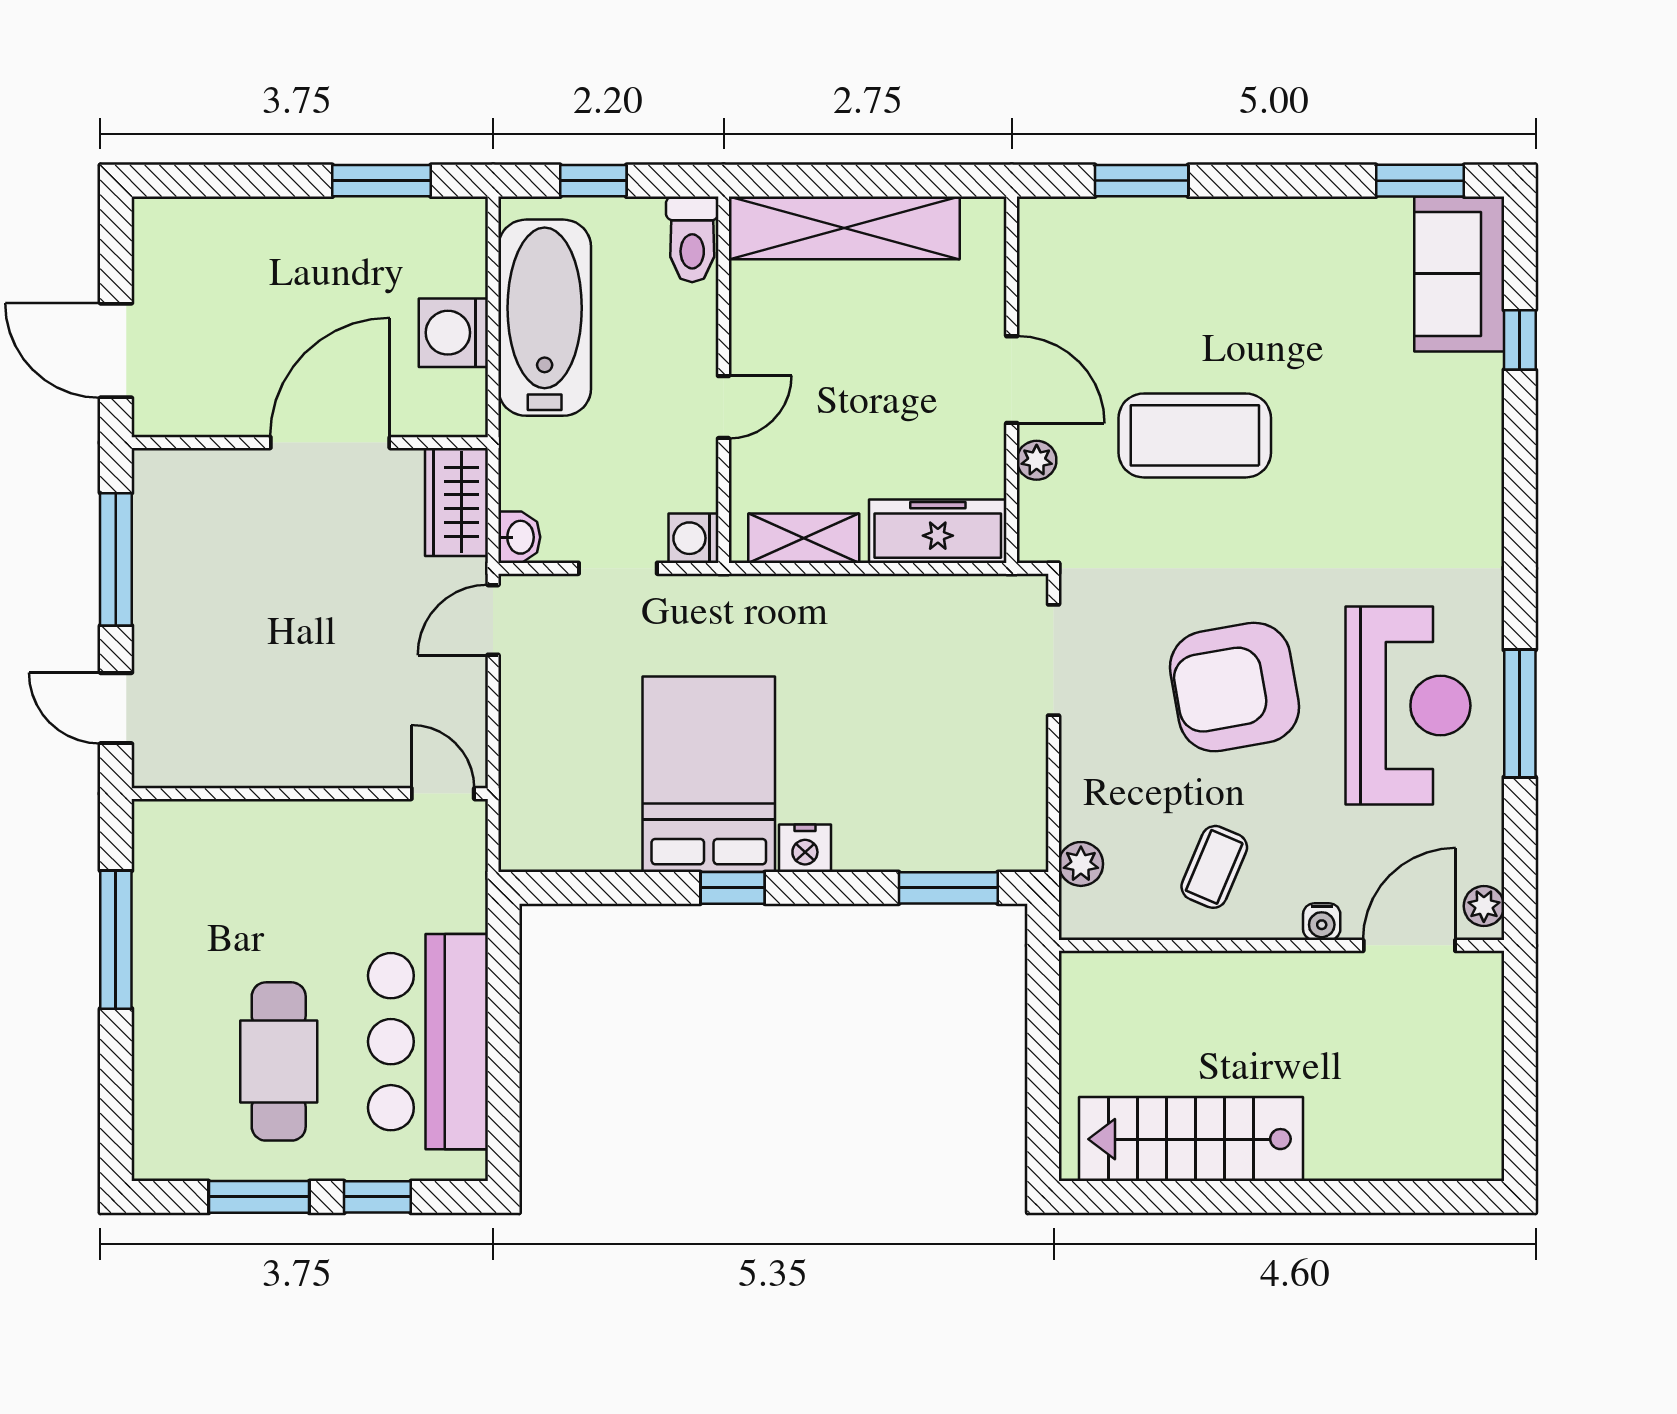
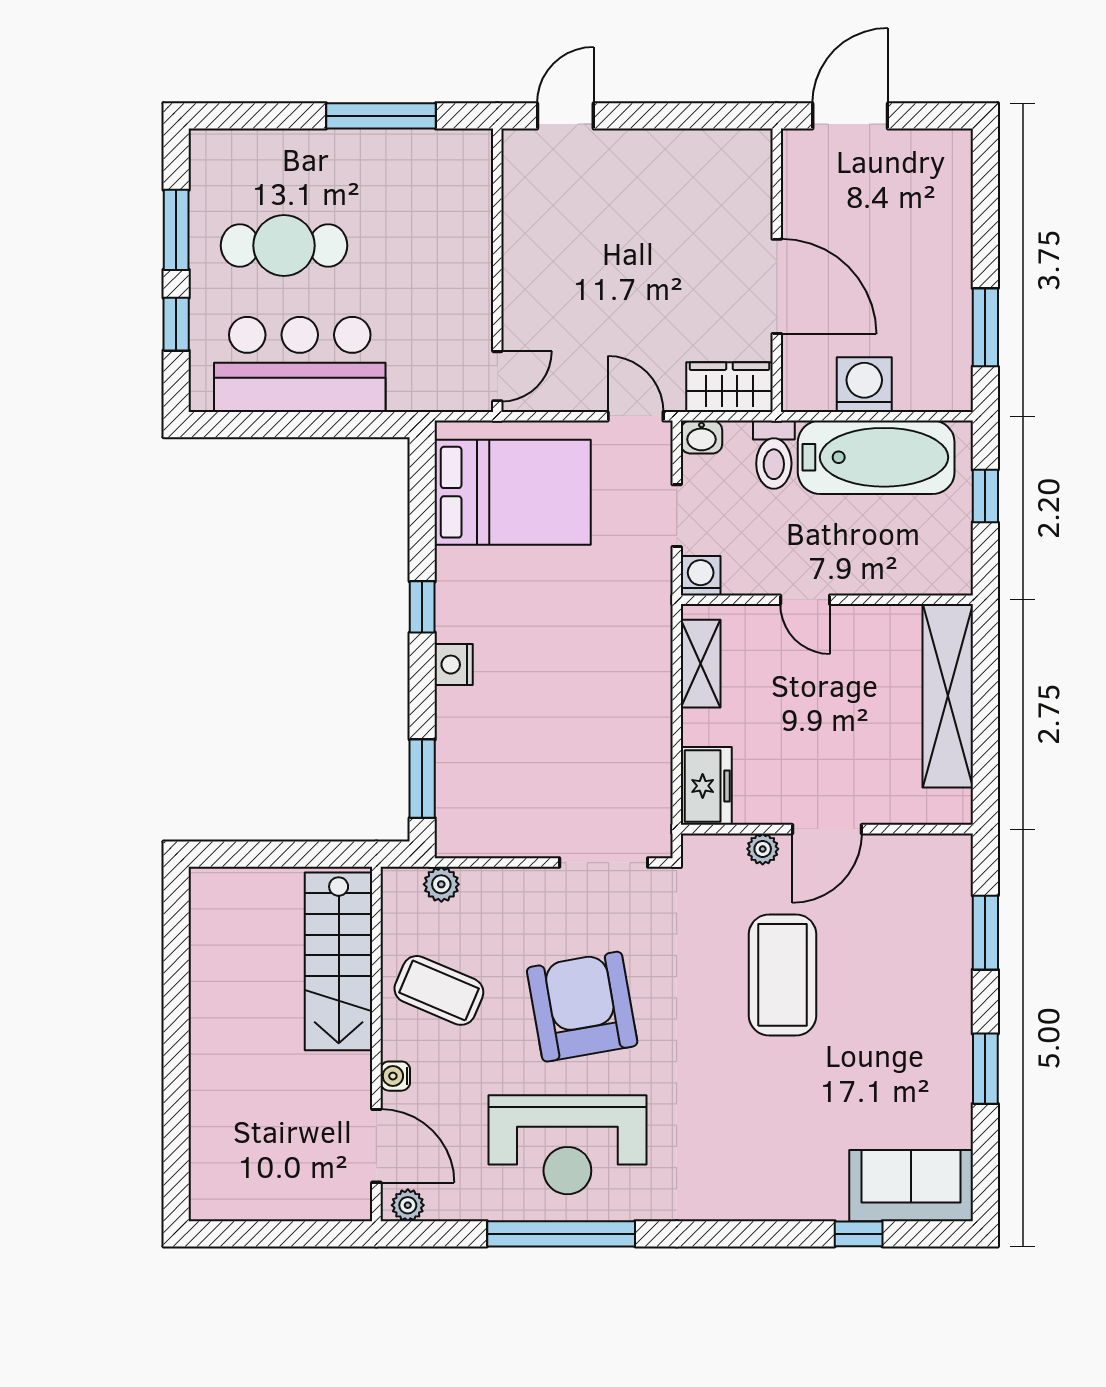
window: (1420, 181) -> (985, 1069), moved
toilet: (692, 239) -> (774, 455), moved, turned -90
freezer: (938, 531) -> (706, 786), width x0.71
window: (116, 559) -> (684, 116), removed
window: (1520, 714) -> (561, 1234), width x1.46
bed: (709, 774) -> (513, 492), moved
coffee table: (1214, 867) -> (439, 990), width x1.36, depth x1.30
stairs: (1191, 1139) -> (339, 961), moved, turned 180

